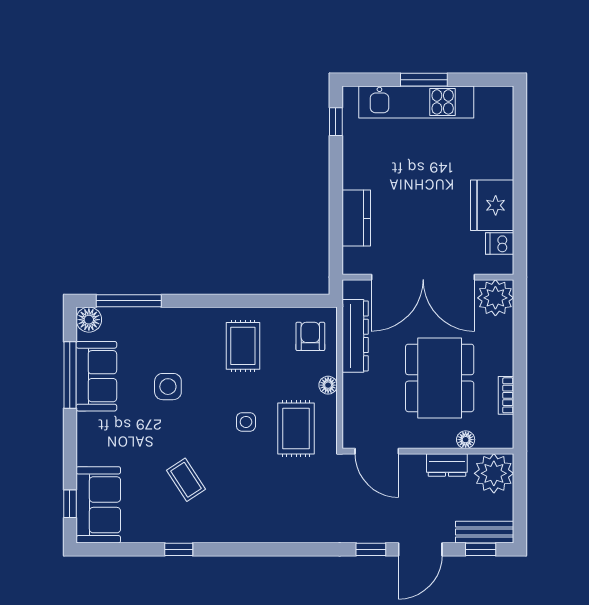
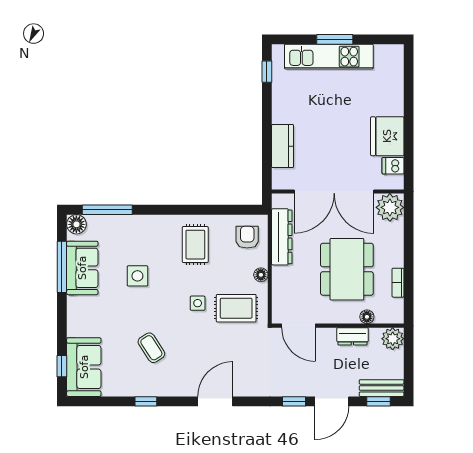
rug: (296, 428) -> (236, 308), turned 90
plant: (494, 473) -> (393, 339), width x0.73, depth x0.73
door: (269, 549) -> (215, 401), added

